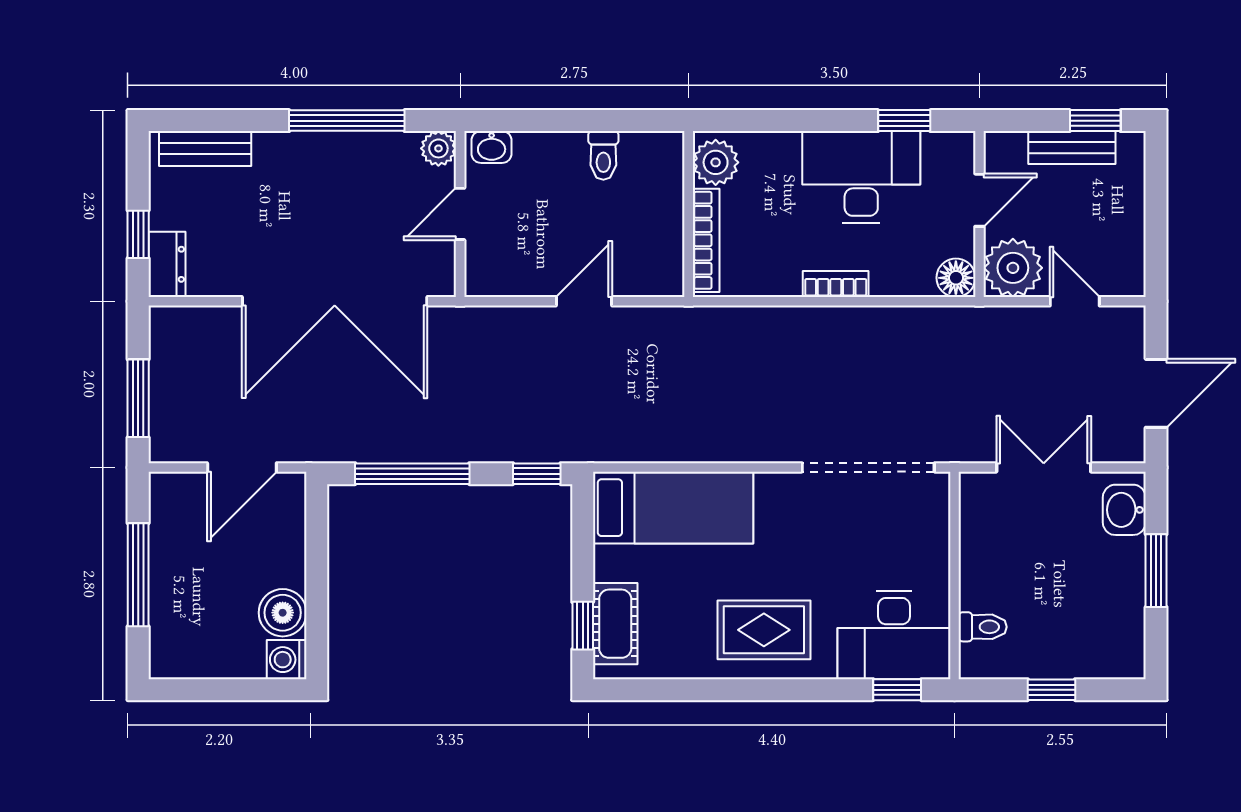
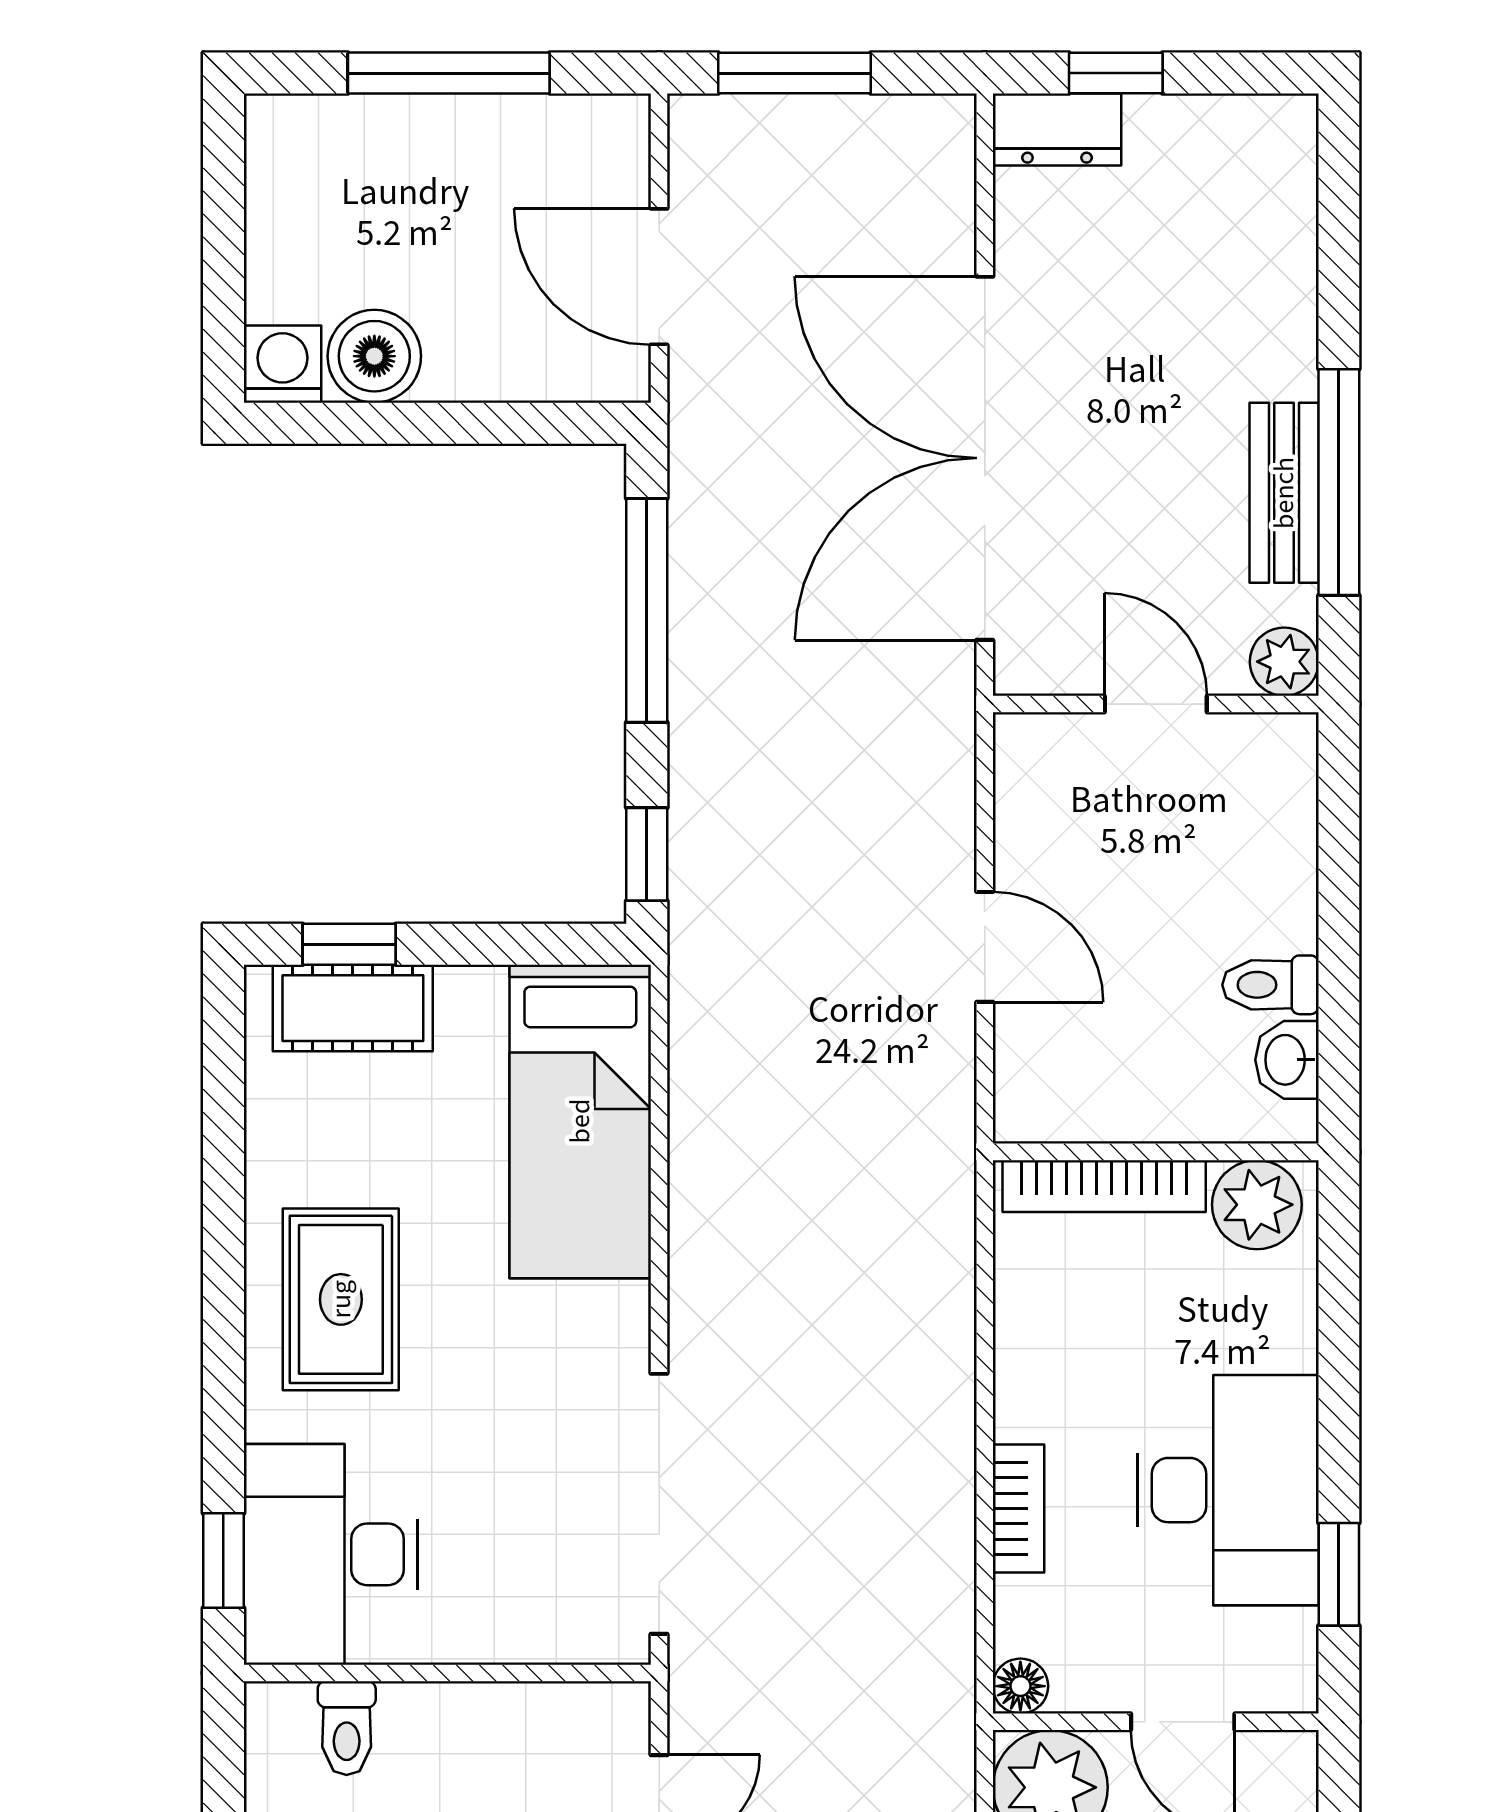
washbasin: (492, 147) -> (1287, 1060), moved
bench: (205, 148) -> (1284, 493), moved
floor lamp: (956, 278) -> (1020, 1686), width x0.73, depth x0.73
bookcase: (836, 284) -> (1019, 1508), moved

